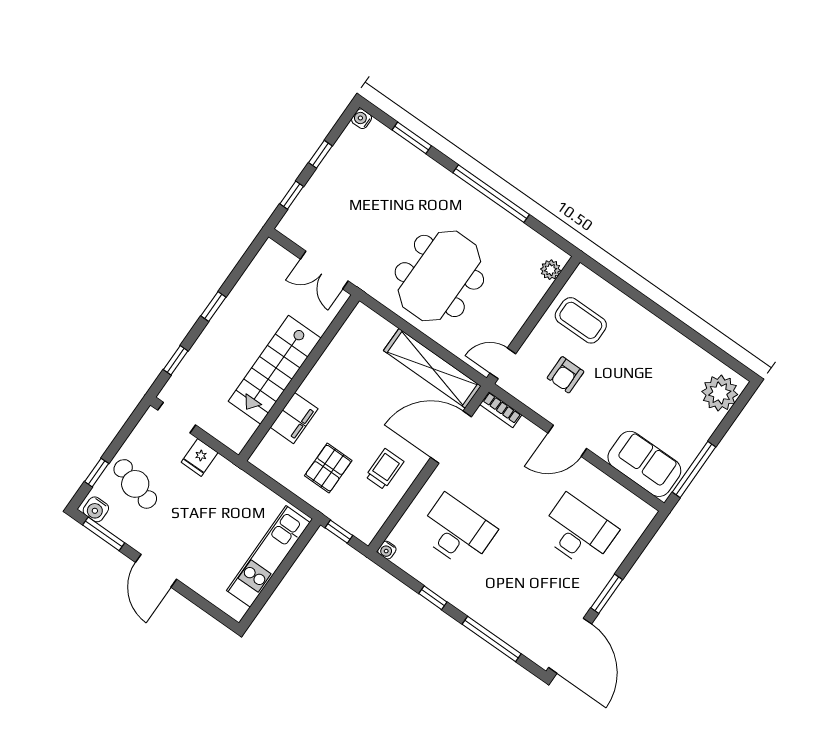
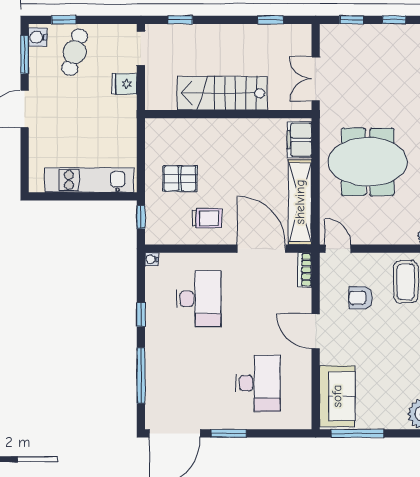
window: (213, 307) -> (270, 20), moved
filing cabinet: (294, 418) -> (300, 140), moved, turned 90

